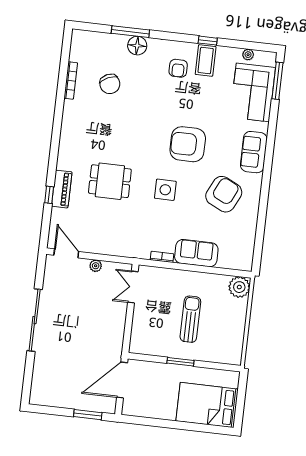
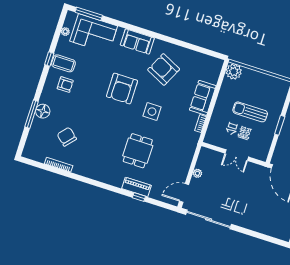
chair: (110, 84) -> (67, 137), turned -114
double door: (133, 287) -> (237, 155), moved
sliding door: (35, 320) -> (209, 219), moved

